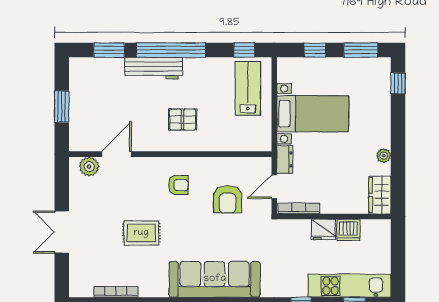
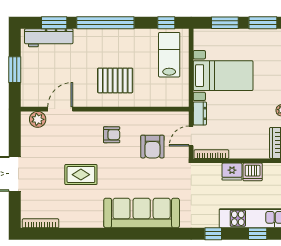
window: (315, 50) -> (225, 23), width x1.50
workbench: (154, 68) -> (49, 38), moved
pallet: (183, 120) -> (115, 80), width x1.50, depth x1.42
bookcase: (116, 292) -> (41, 223), moved

